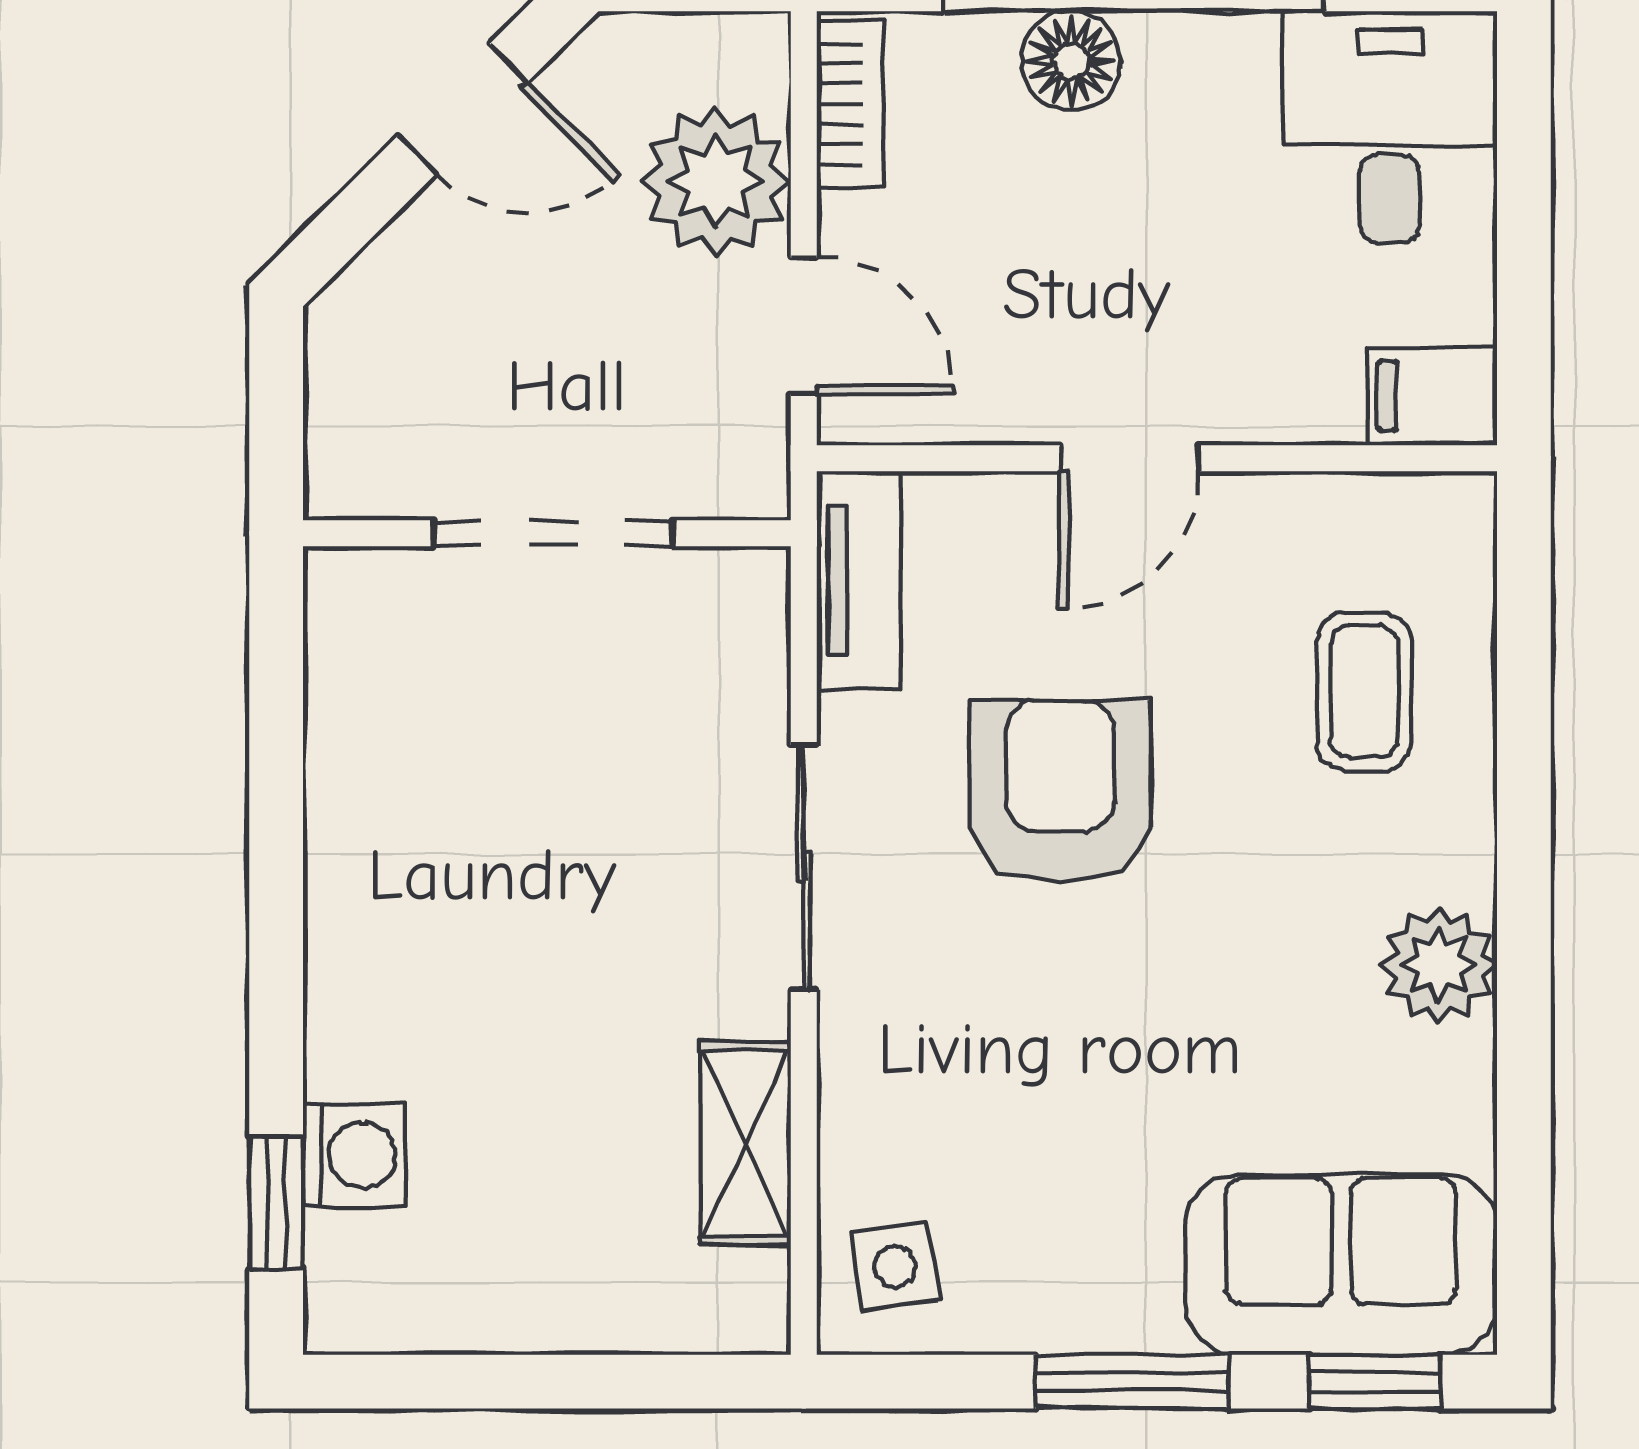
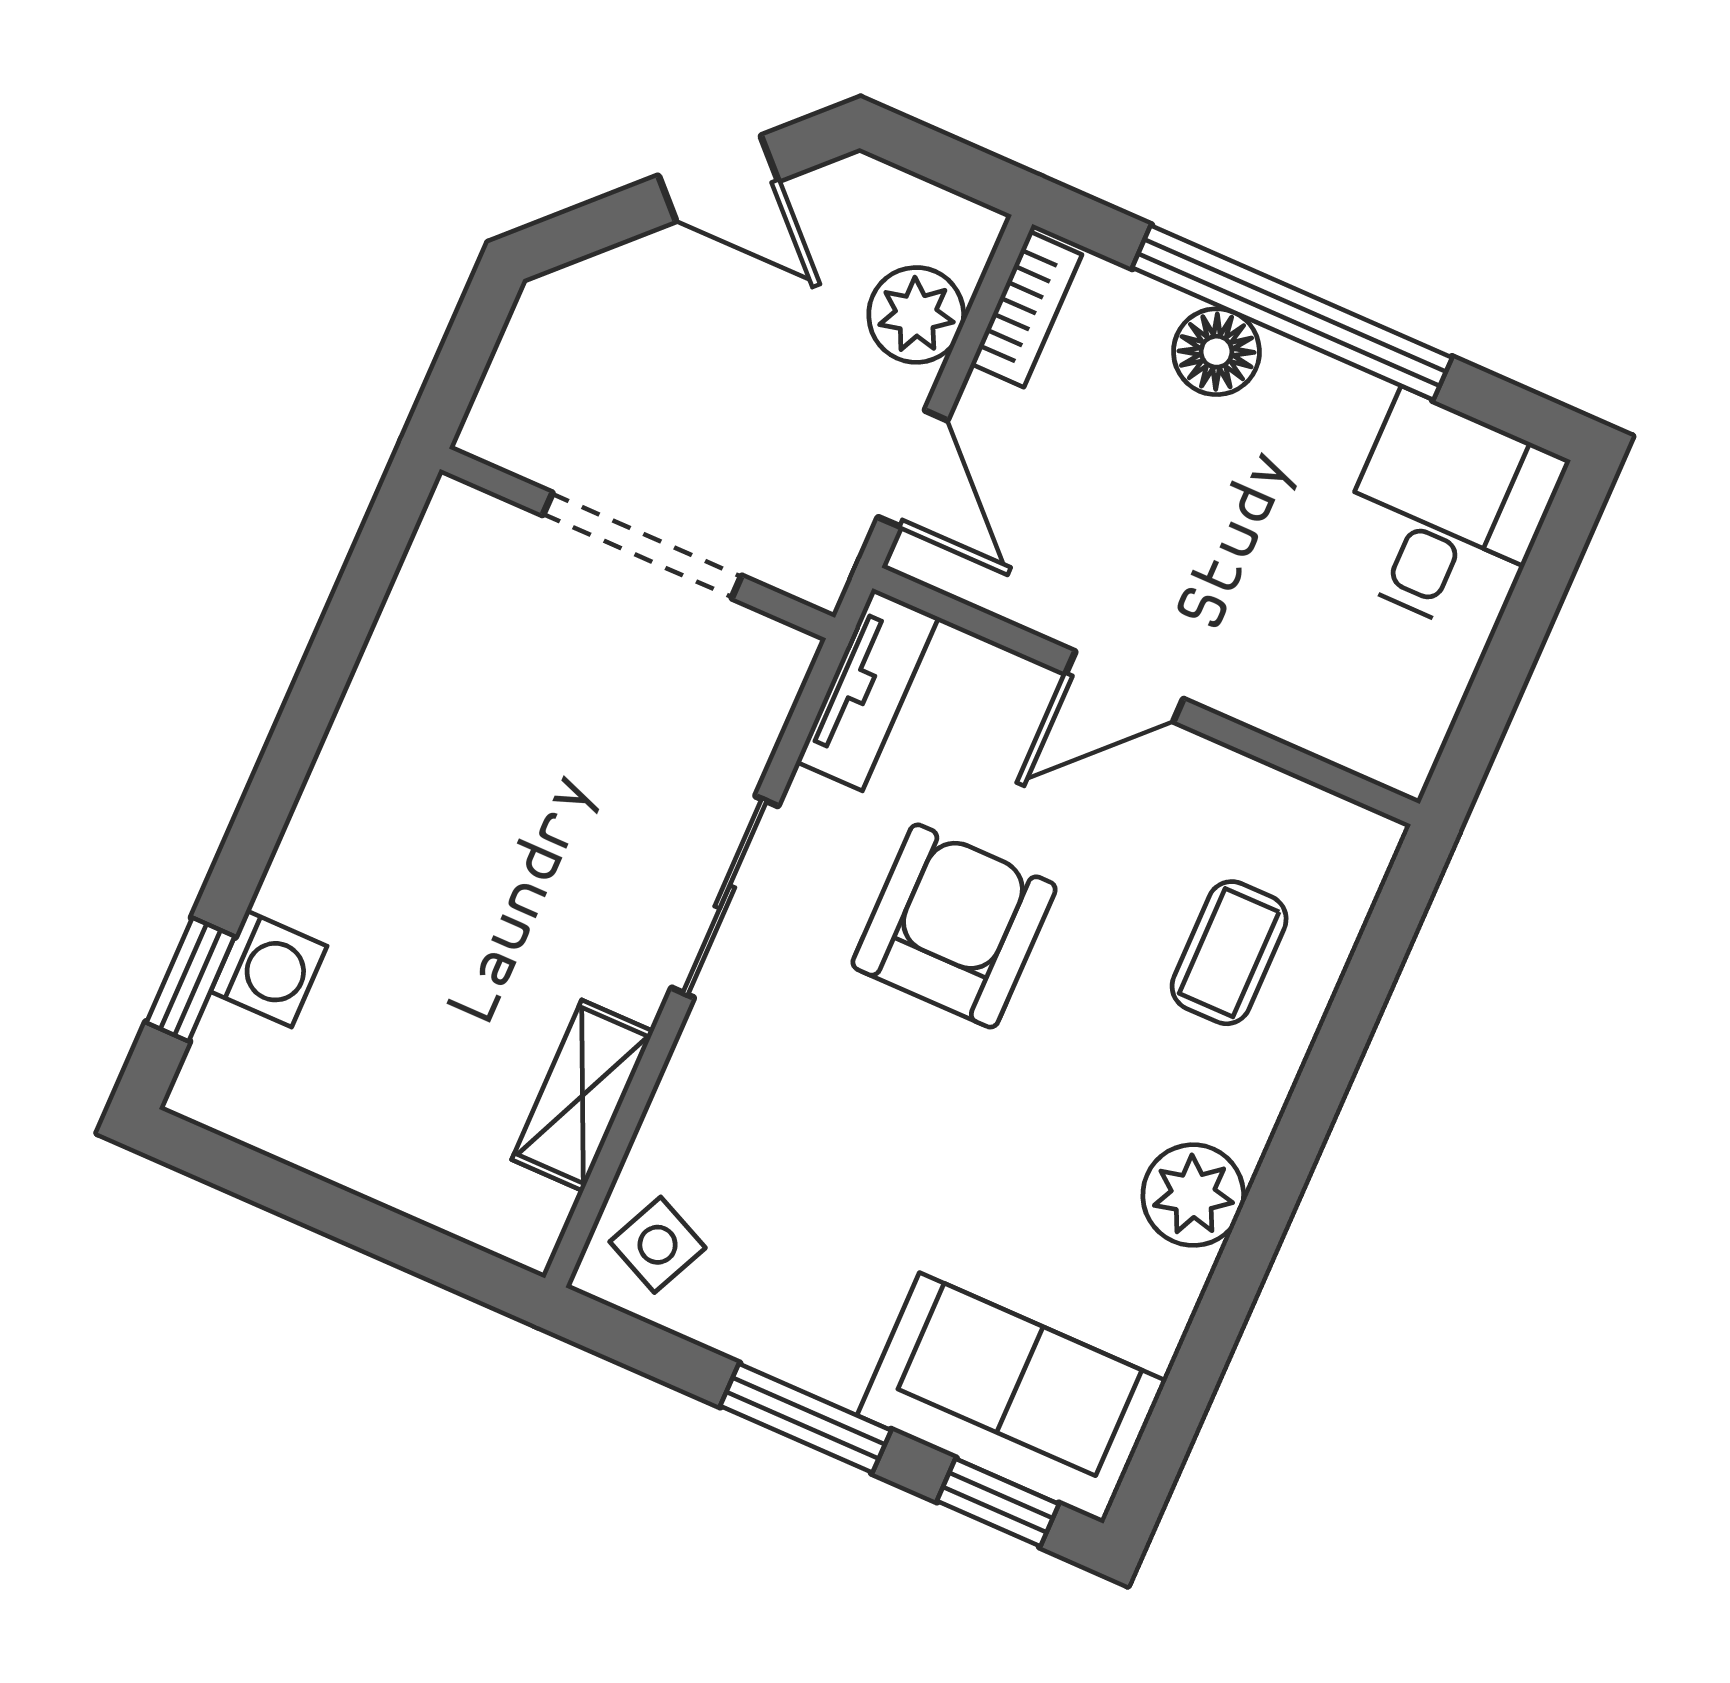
plant: (716, 181) -> (916, 315), width x0.73, depth x0.73
filing cabinet: (1432, 396) -> (1386, 742), removed
side table: (894, 1267) -> (658, 1245), turned 34

